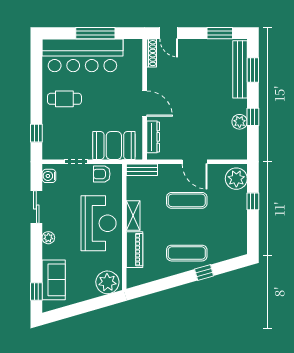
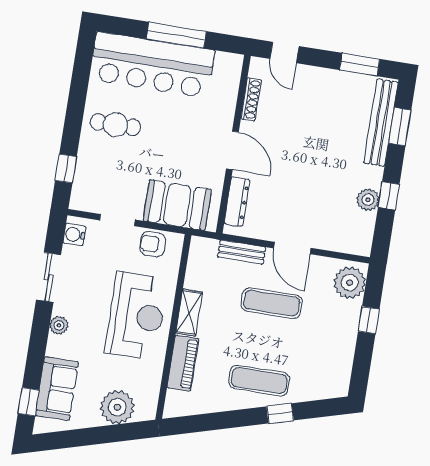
shoe rack: (152, 53) -> (251, 99), moved
bench: (142, 170) -> (242, 252), moved
plant: (107, 282) -> (117, 407), moved

